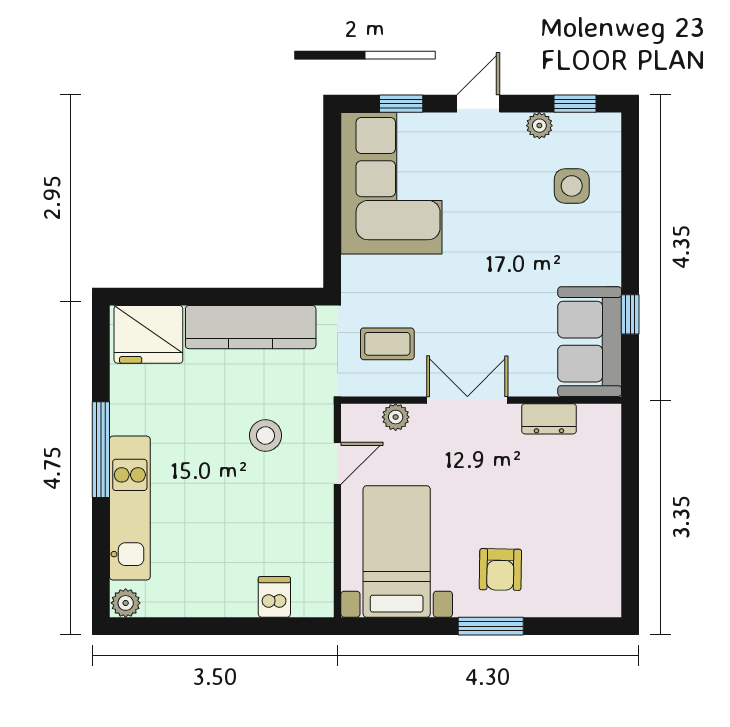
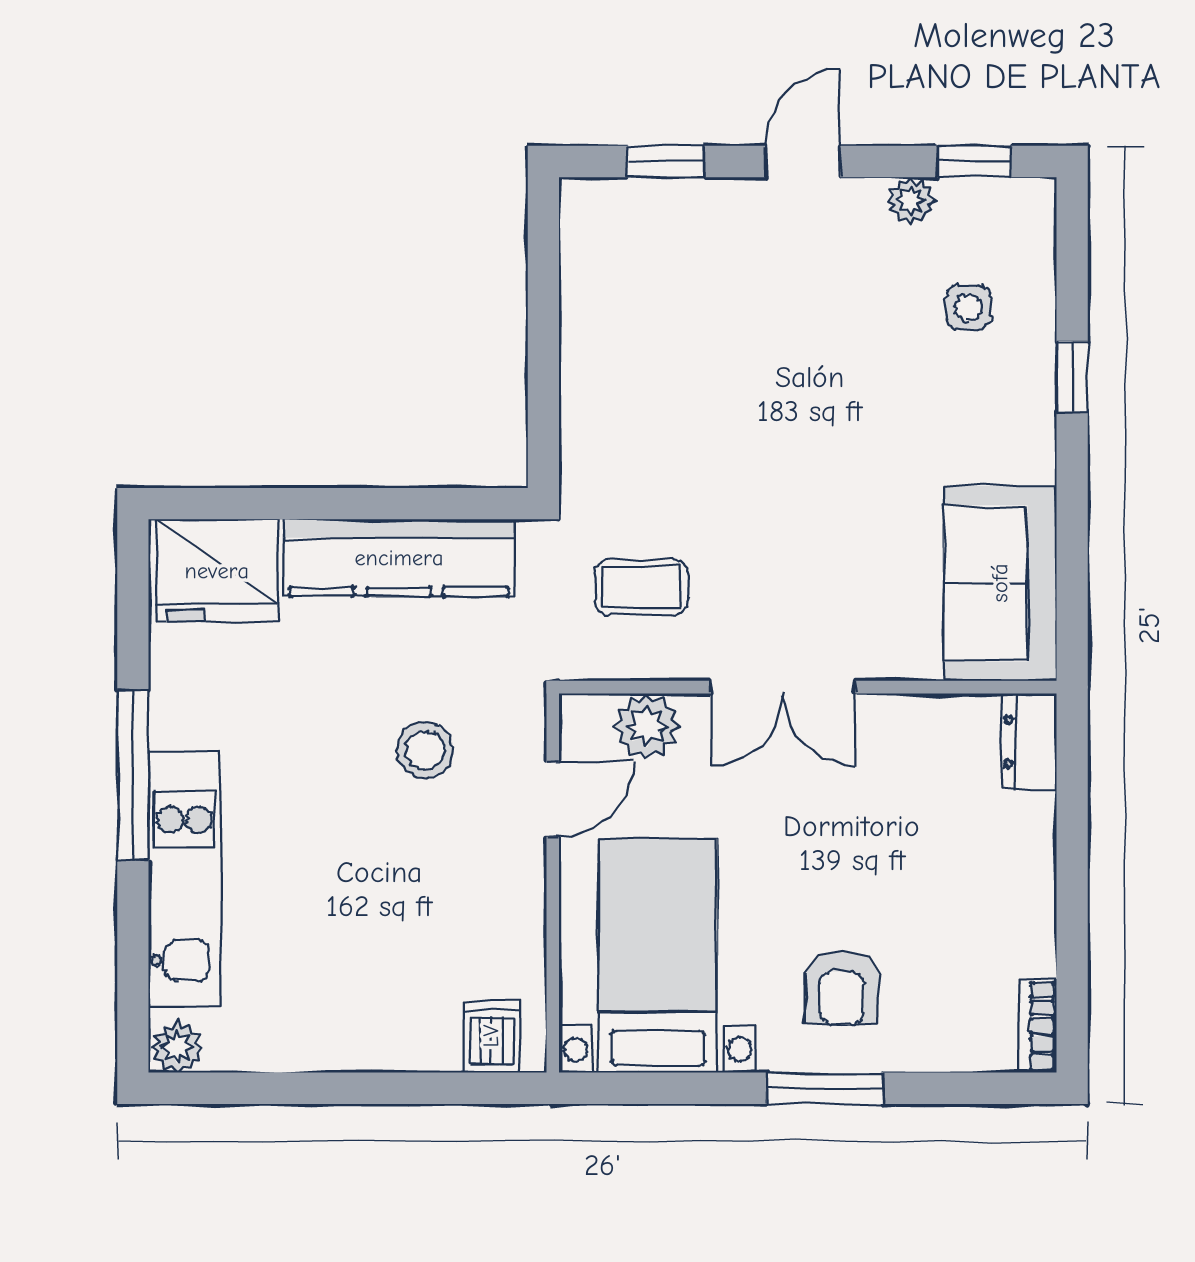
corner sofa: (391, 183) -> (649, 303), removed
side table: (572, 186) -> (968, 307), width x0.73, depth x0.73
window: (630, 314) -> (1072, 376), moved
double door: (467, 400) -> (783, 687), swing flipped
plant: (396, 417) -> (647, 726), width x1.38, depth x1.38
dresser: (549, 419) -> (1029, 742), moved, turned 90
bookcase: (611, 591) -> (1038, 1026), added
dishwasher: (274, 597) -> (491, 1036), moved

